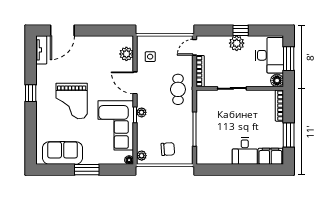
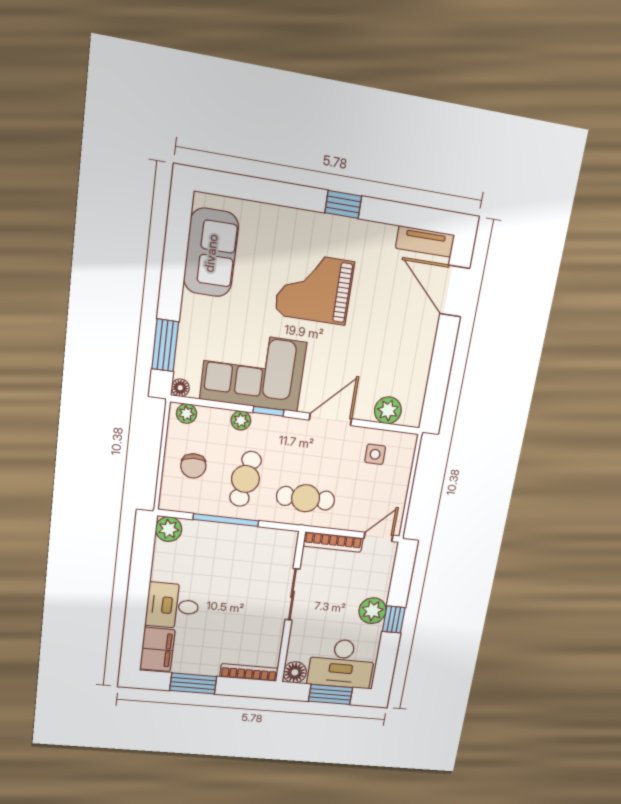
door: (195, 47) -> (378, 537), hinge flipped
plant: (142, 112) -> (241, 420), moved
cafe table: (171, 122) -> (245, 479), added
plant: (203, 158) -> (169, 529), added
window: (87, 170) -> (165, 345), moved

